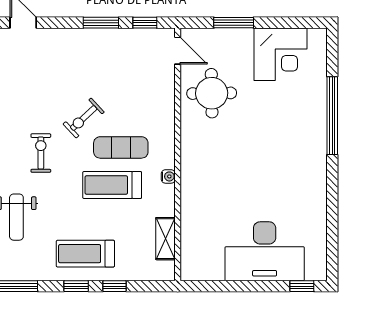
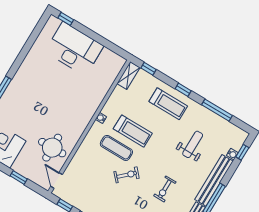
window: (234, 23) -> (19, 177), width x0.67
exercise bike: (41, 153) -> (165, 189), moved
shelving: (166, 239) -> (128, 76), moved
window: (114, 286) -> (148, 69), moved

